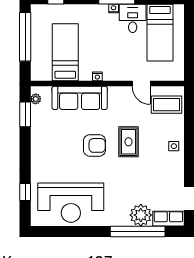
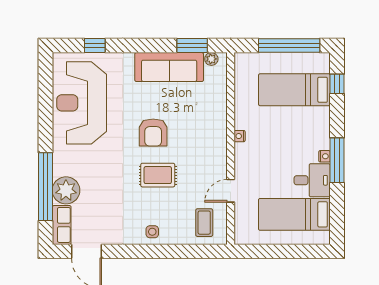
bed: (65, 52) -> (294, 90), moved, turned 180
sofa: (80, 98) -> (169, 67), moved, turned -90
coffee table: (166, 105) -> (204, 223), width x0.73, depth x0.77

